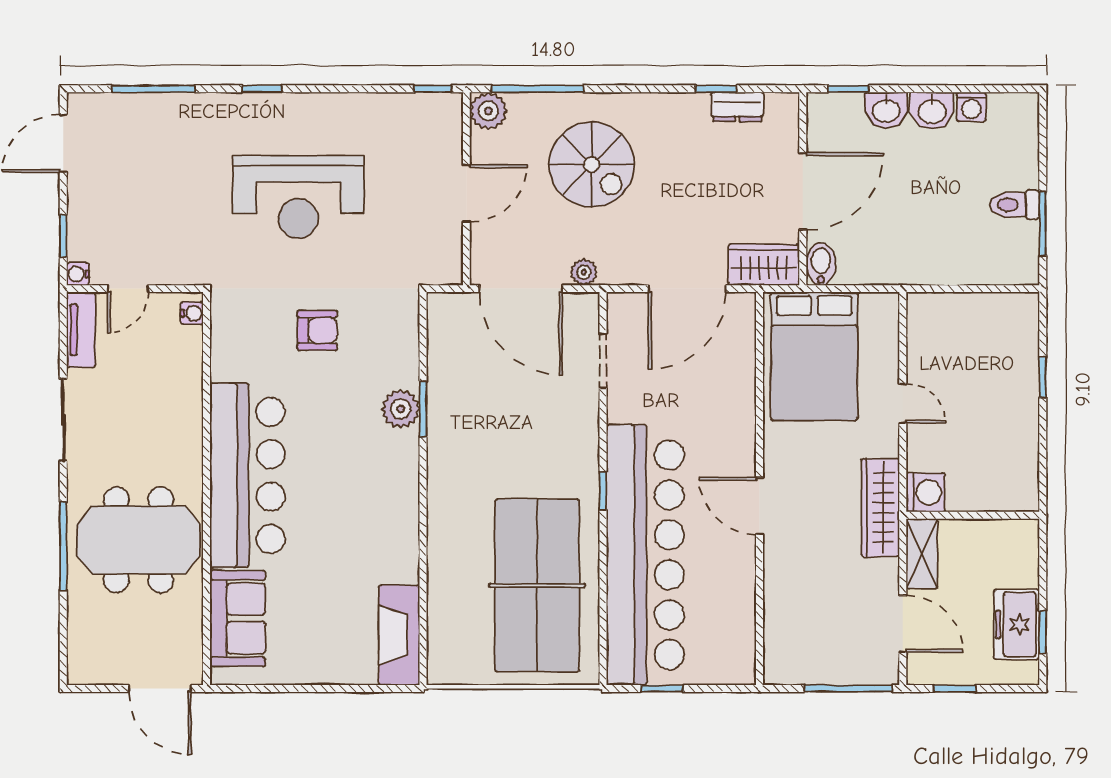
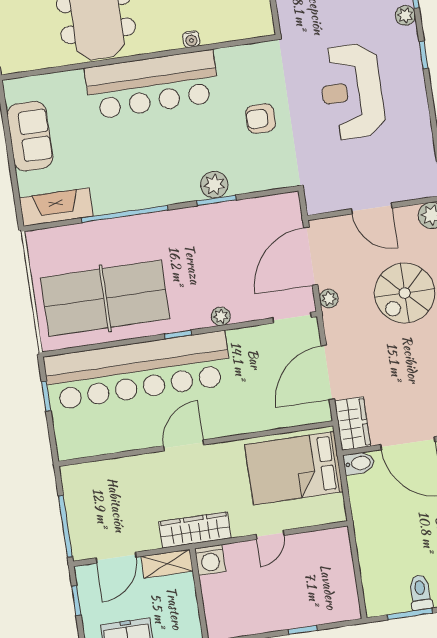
plant: (203, 106) -> (405, 15), added
door: (687, 289) -> (328, 372), hinge flipped
water cooler: (192, 313) -> (191, 39), moved
armchair: (317, 330) -> (261, 118), turned 90
doorway: (603, 361) -> (292, 318), moved
plant: (586, 427) -> (221, 316), added
window: (423, 541) -> (125, 214), added
sofa: (238, 618) -> (30, 136), moved, turned -90

